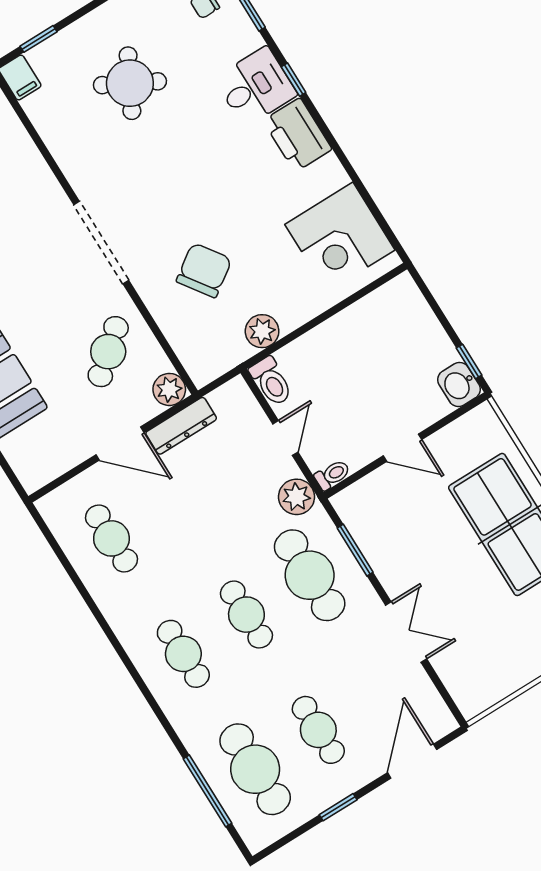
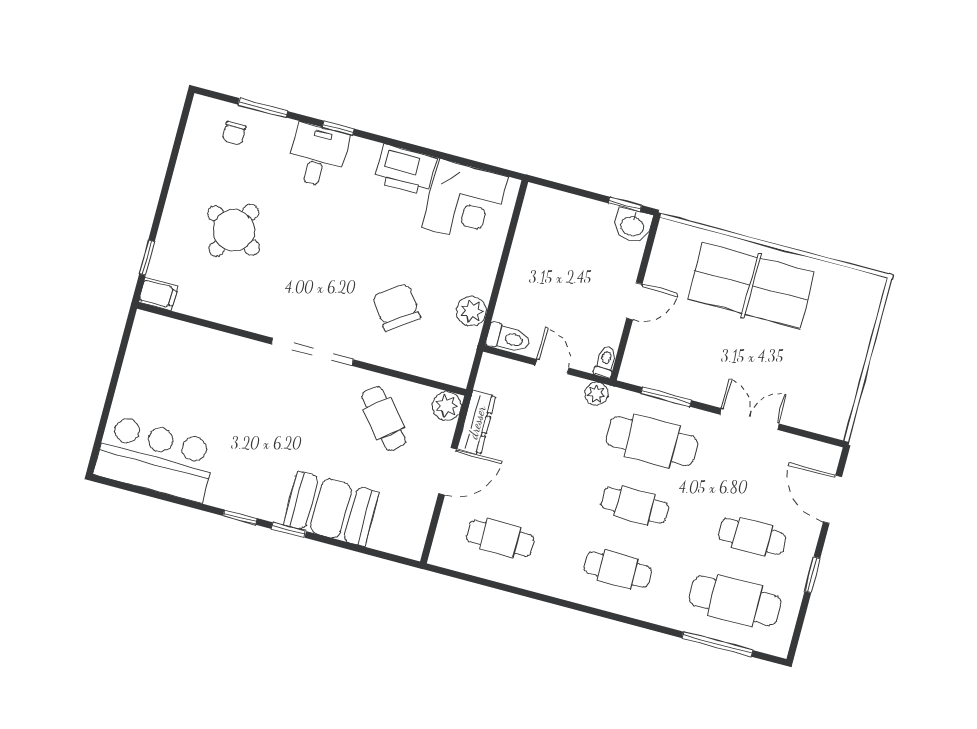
printer: (297, 135) -> (405, 170), moved
plant: (297, 497) -> (596, 394), width x0.73, depth x0.73

